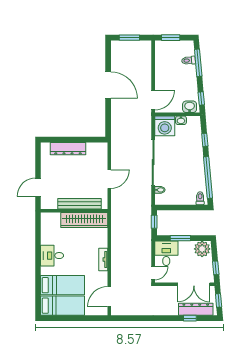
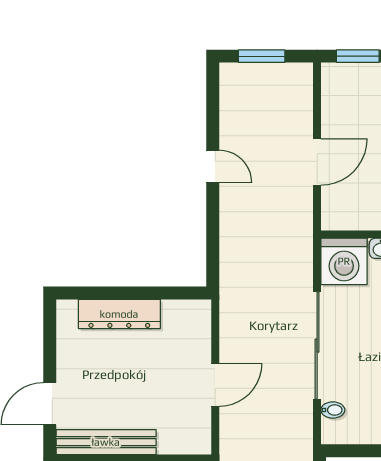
door: (108, 85) -> (213, 167), width x0.53
door: (153, 100) -> (317, 162), moved
bench: (80, 204) -> (106, 442), moved

